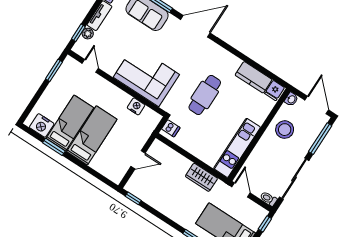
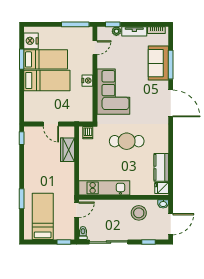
window: (54, 70) -> (75, 24), width x1.44
nightstand: (136, 106) -> (87, 81), moved
window: (320, 139) -> (149, 242), width x0.46
wardrobe: (201, 177) -> (67, 150), moved

